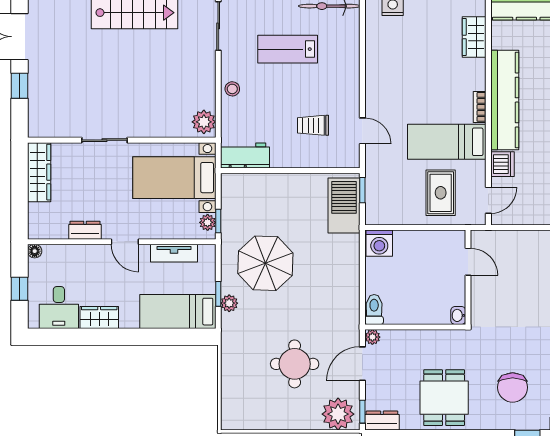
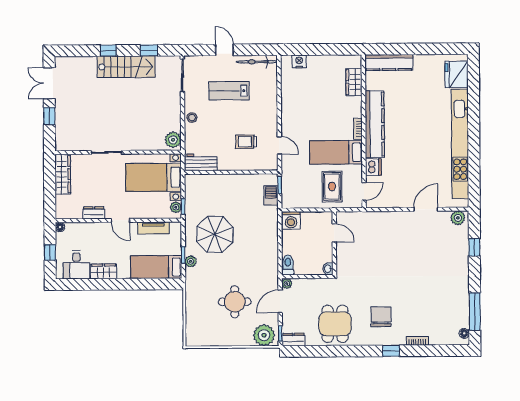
barbecue: (344, 206) -> (271, 195), width x0.53, depth x0.65
door: (468, 262) -> (334, 233), moved
wall: (468, 277) -> (334, 243), moved
washbasin: (458, 315) -> (328, 269), moved
chair: (513, 387) -> (381, 317), turned 180

